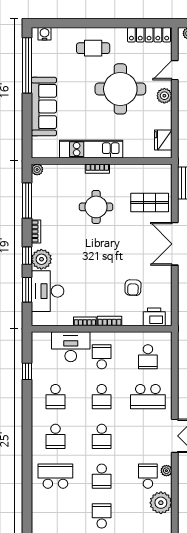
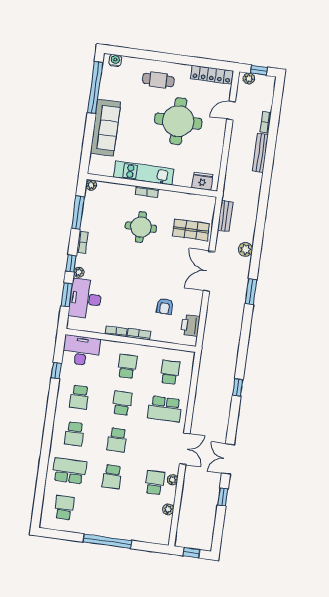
plant: (164, 96) -> (218, 133), removed
fridge: (163, 140) -> (202, 181), moved, turned 90
plant: (41, 259) -> (79, 272), width x0.53, depth x0.53
printer: (154, 317) -> (190, 325), moved, turned -90
desk: (71, 347) -> (81, 351), moved
school desk: (148, 357) -> (170, 372), turned 180
school desk: (102, 397) -> (122, 403), turned 180
plant: (161, 503) -> (168, 509), width x0.53, depth x0.53
school desk: (102, 516) -> (64, 508), moved

